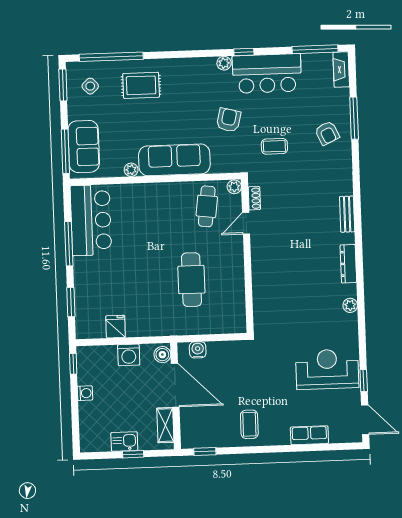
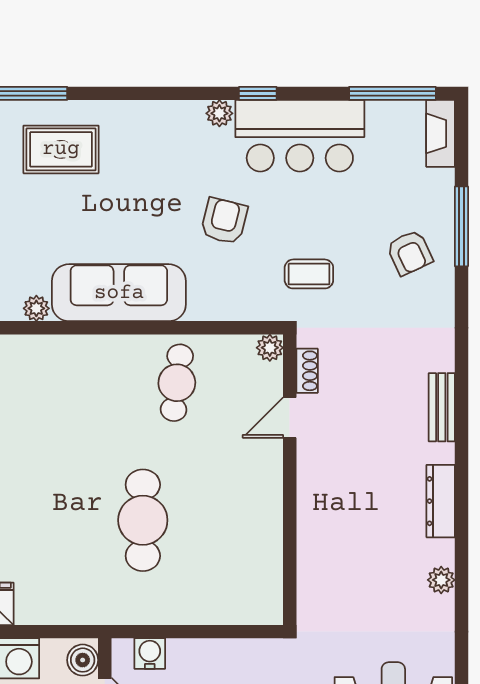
plant: (234, 187) -> (270, 348), moved
shoe rack: (254, 198) -> (307, 371), moved
door: (246, 223) -> (290, 418), moved
wall: (247, 256) -> (290, 480), moved

